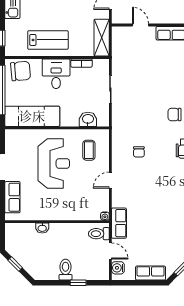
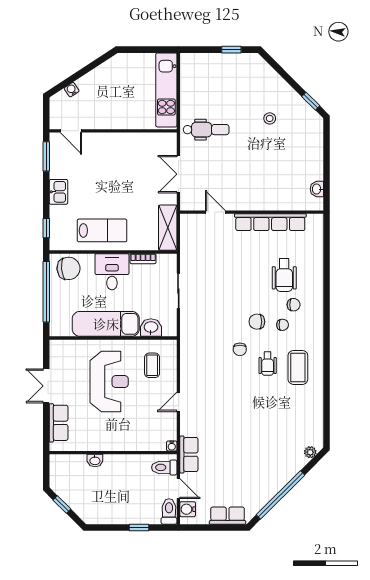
exam couch: (32, 116) -> (106, 324), moved
chair: (139, 152) -> (240, 349), moved
toilet: (66, 270) -> (169, 511), moved

